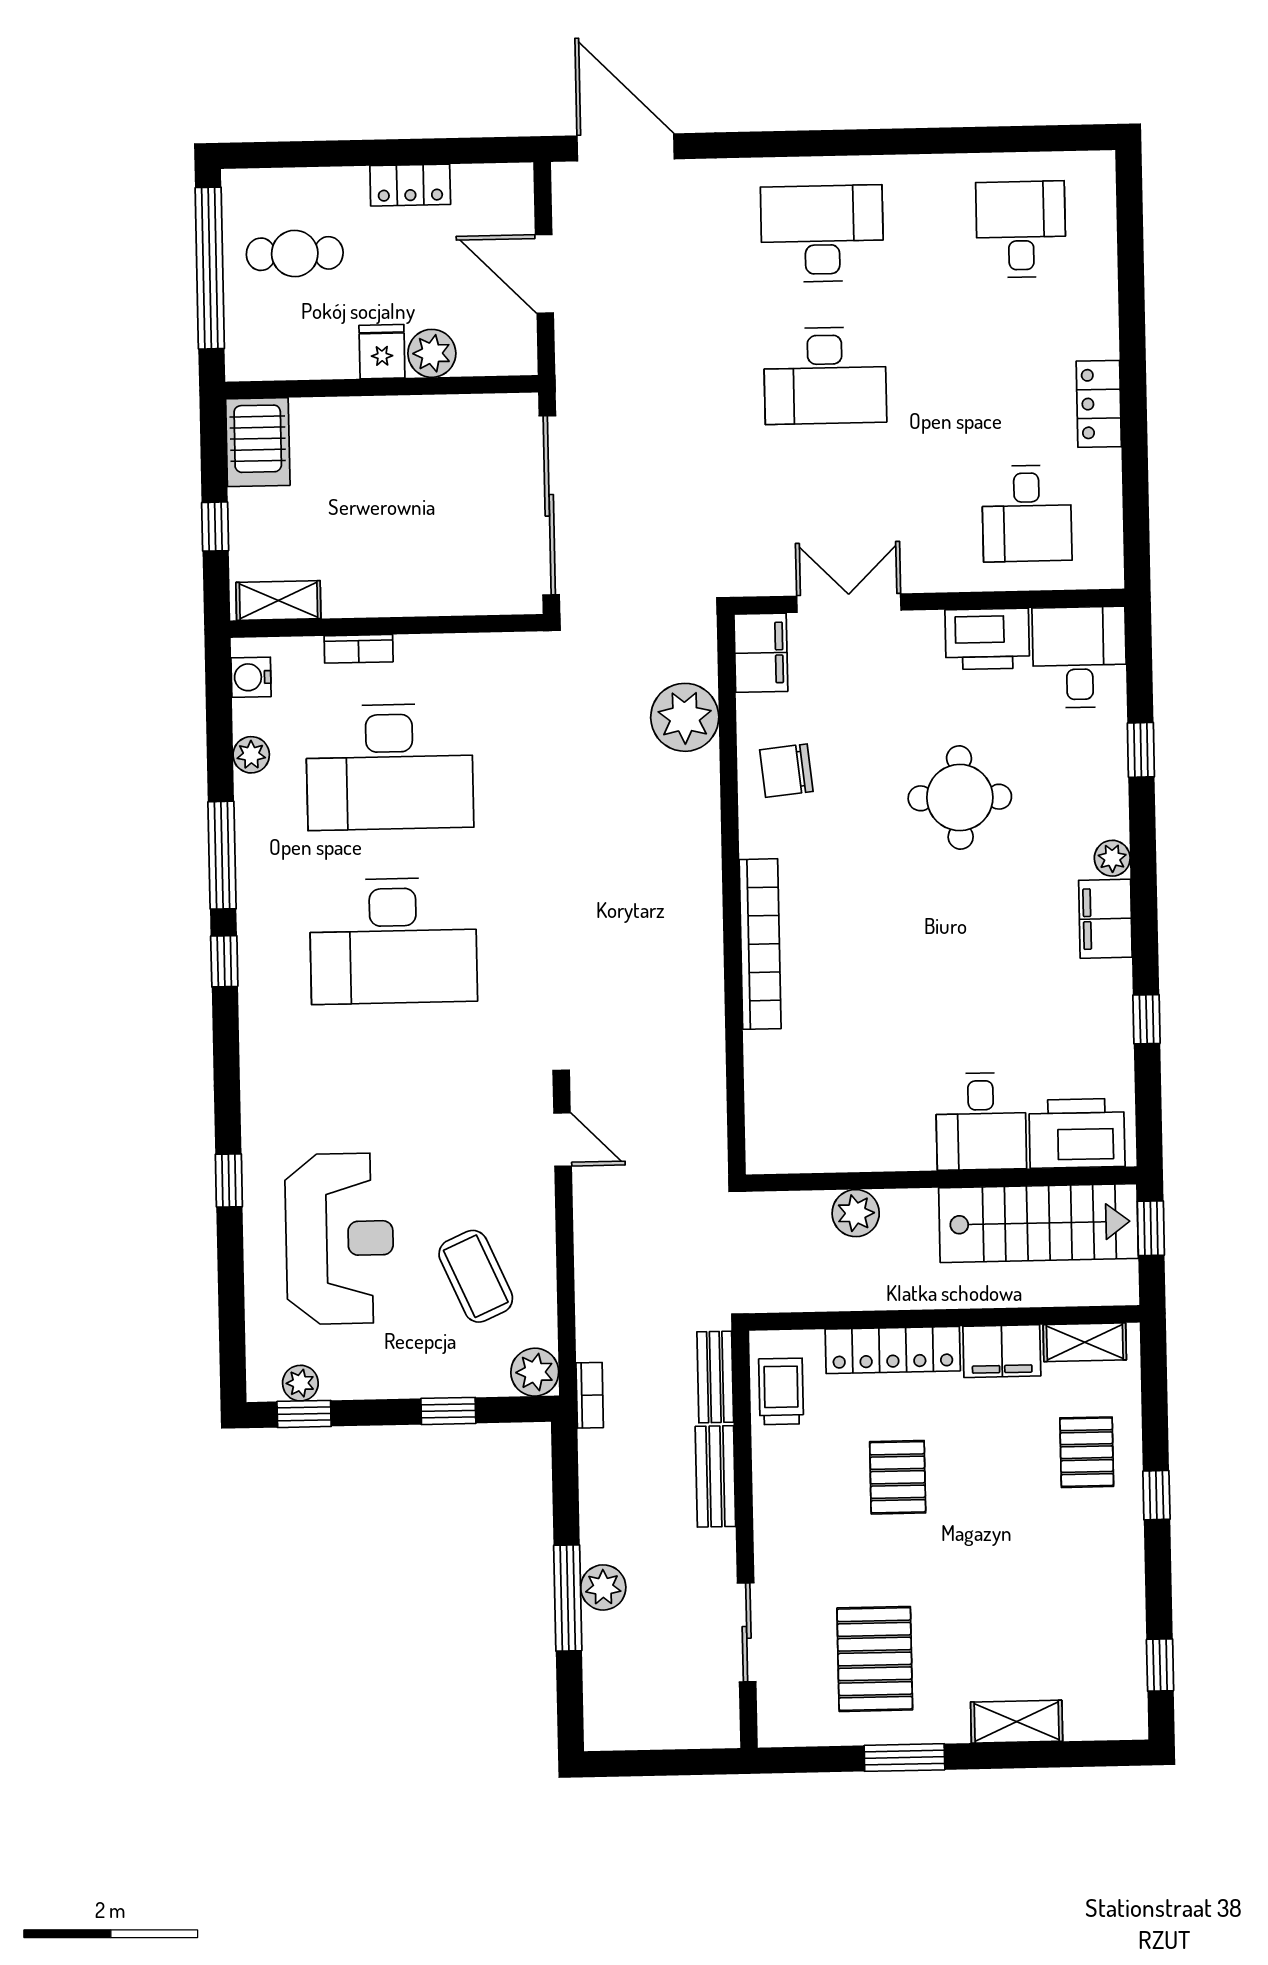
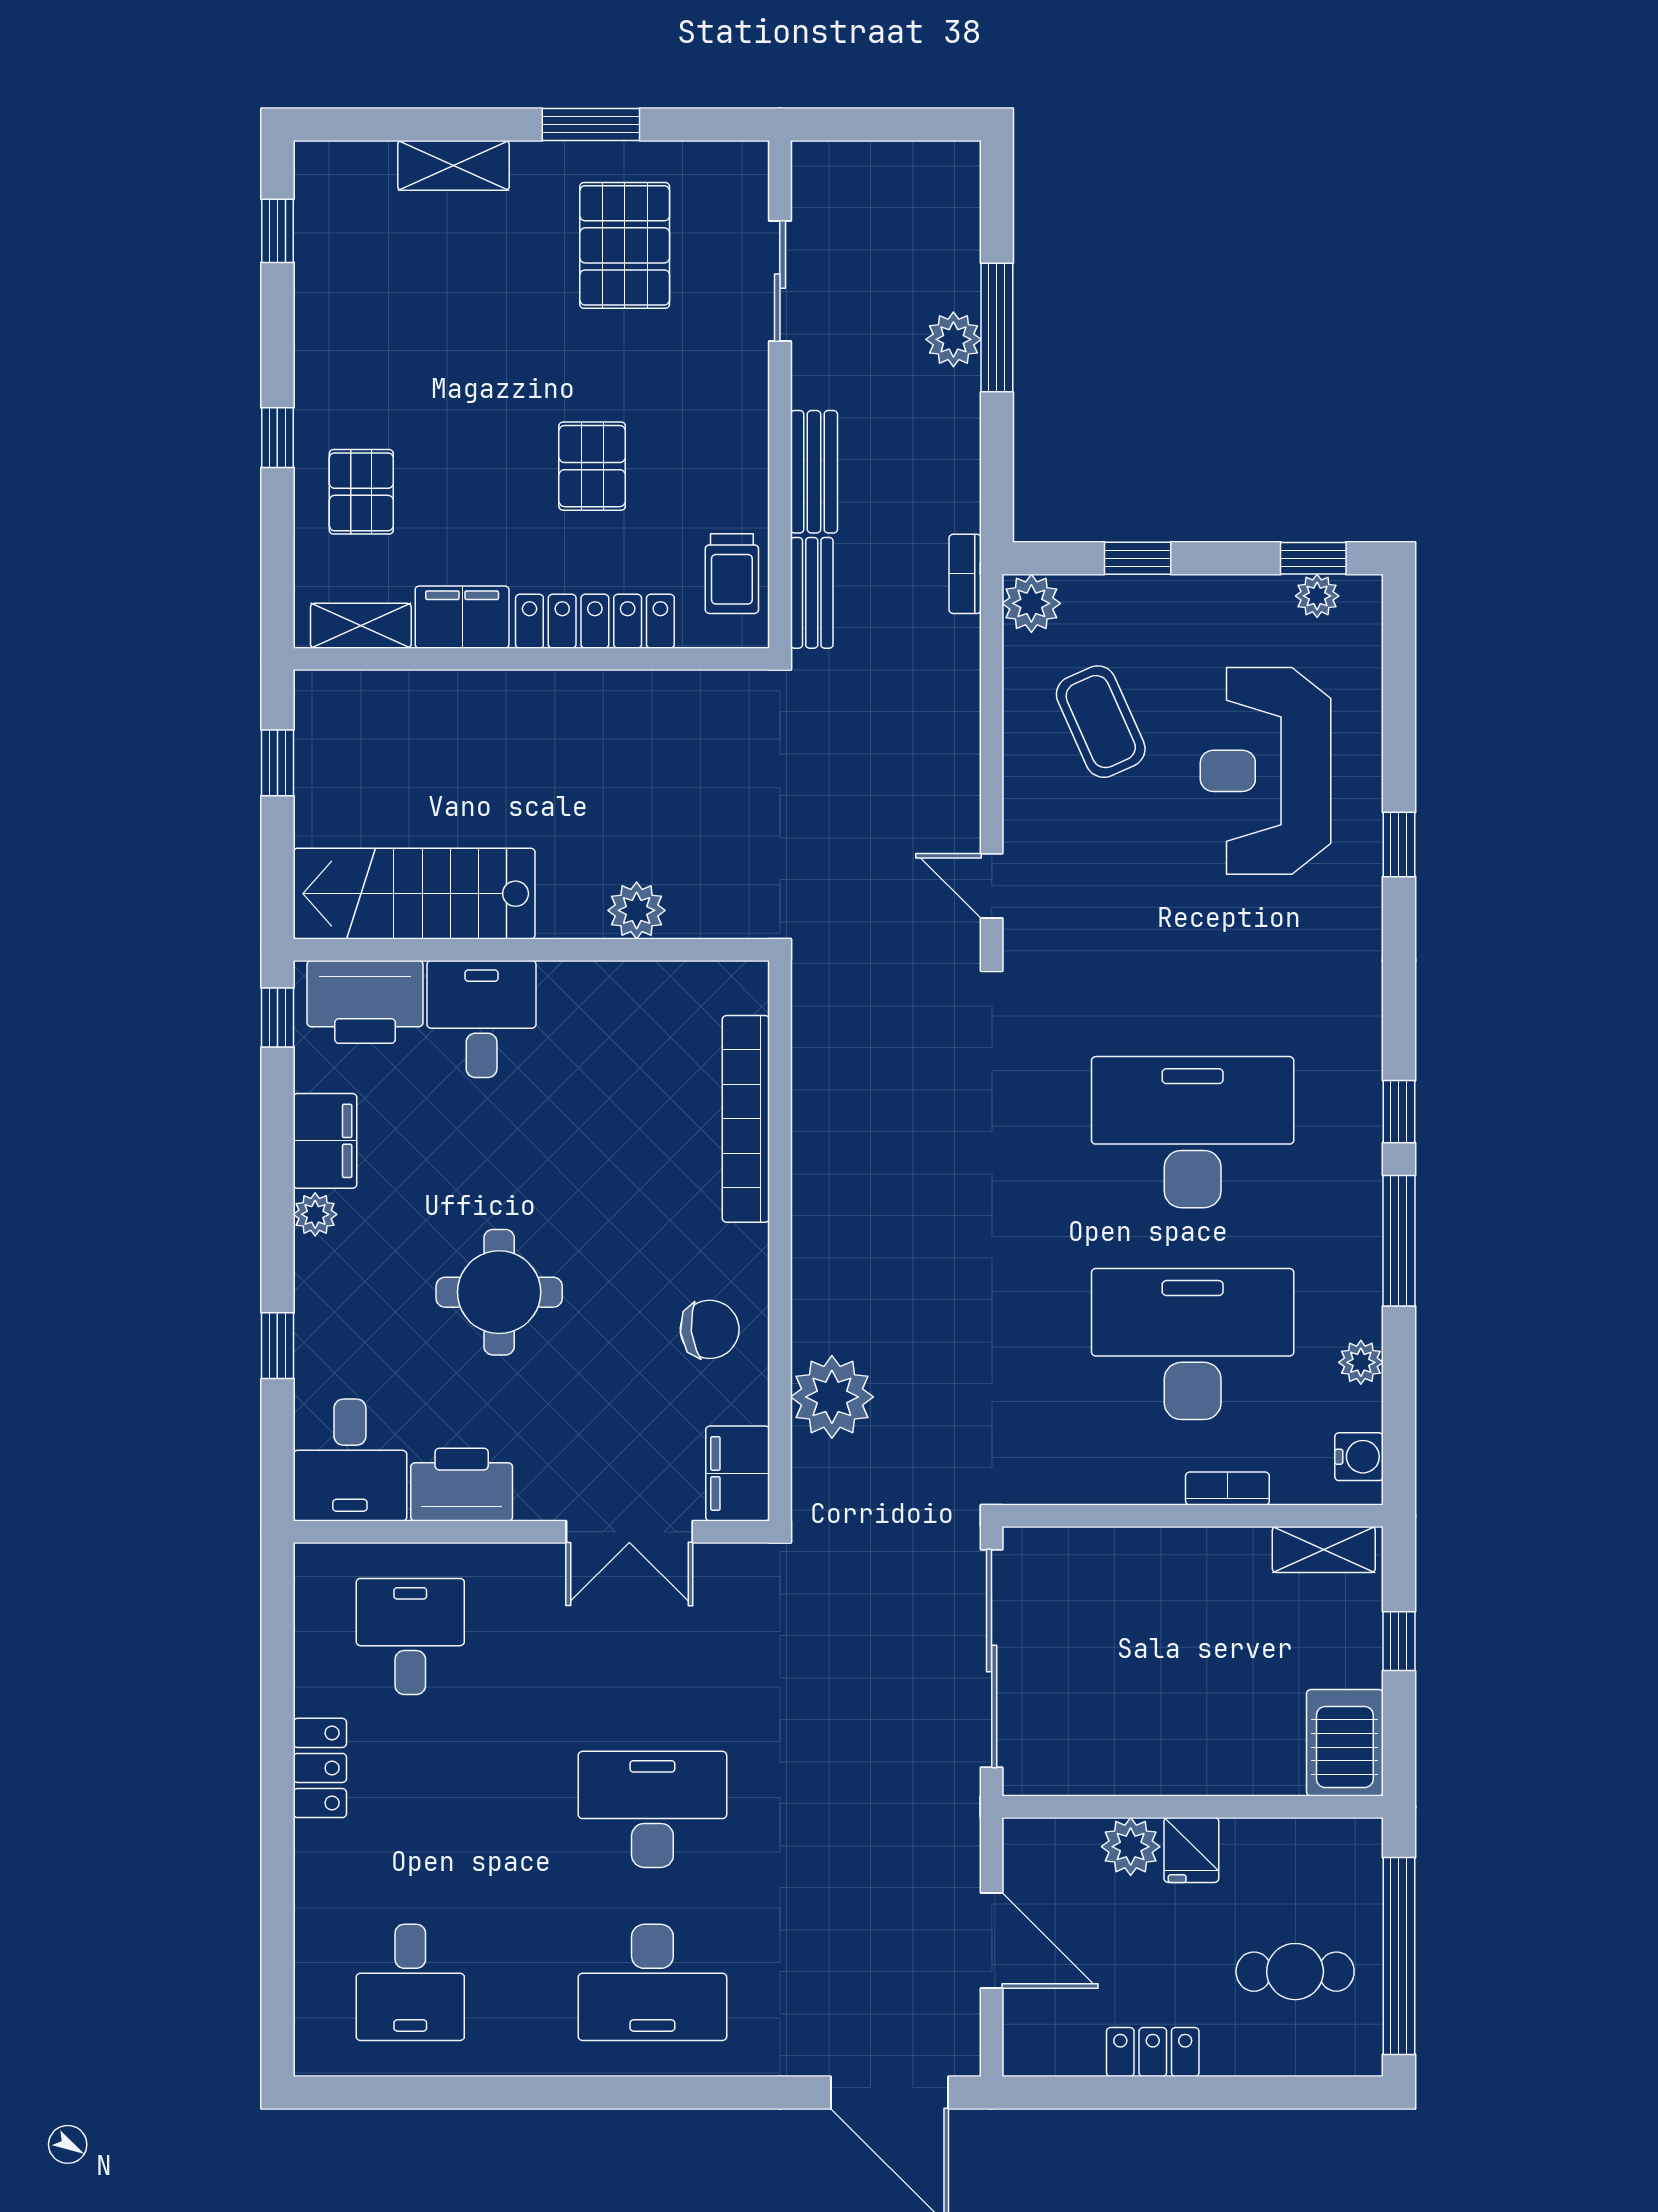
desk: (981, 1121) -> (482, 1019), moved
printer: (1077, 1133) -> (365, 1002), moved
wall: (941, 1179) -> (531, 950), moved
plant: (856, 1213) -> (637, 910), moved
stairs: (1039, 1223) -> (414, 894), moved

